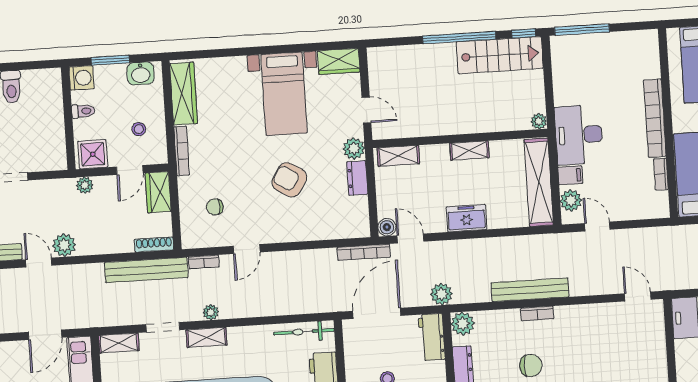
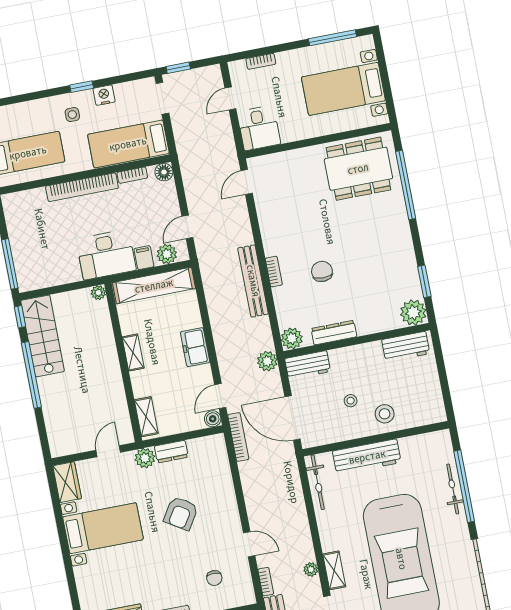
floor lamp: (660, 209) -> (164, 172), added

